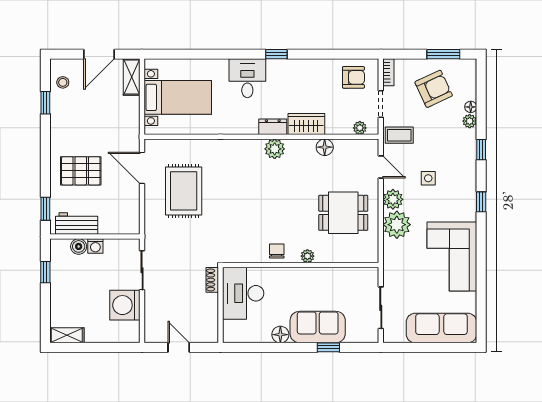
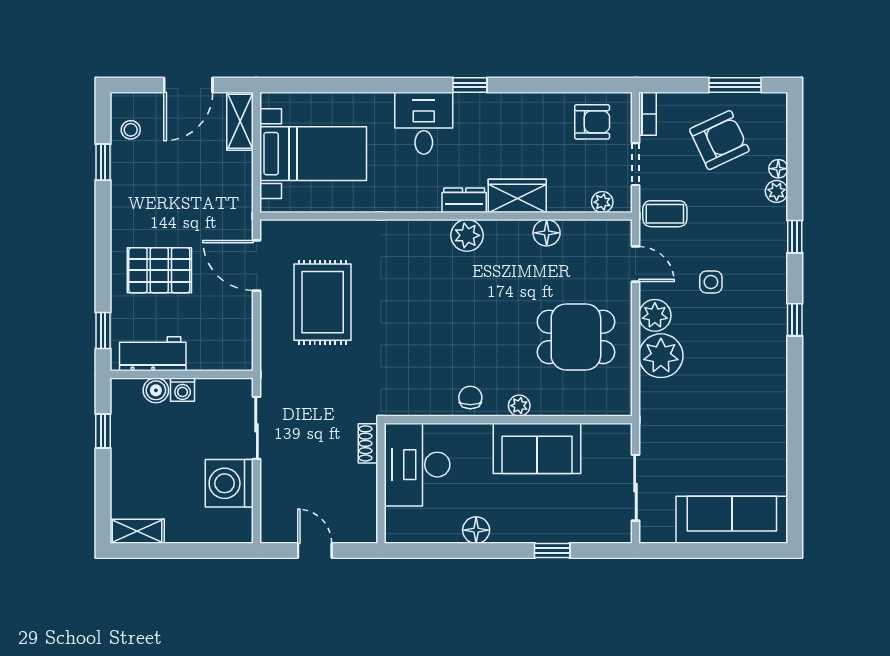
corner sofa: (452, 257) -> (748, 406), removed
sofa: (318, 327) -> (537, 448), moved, turned 180

